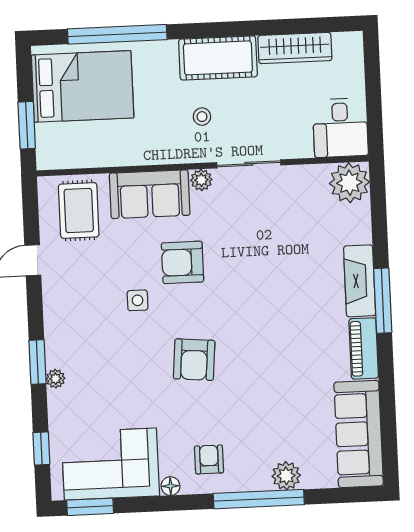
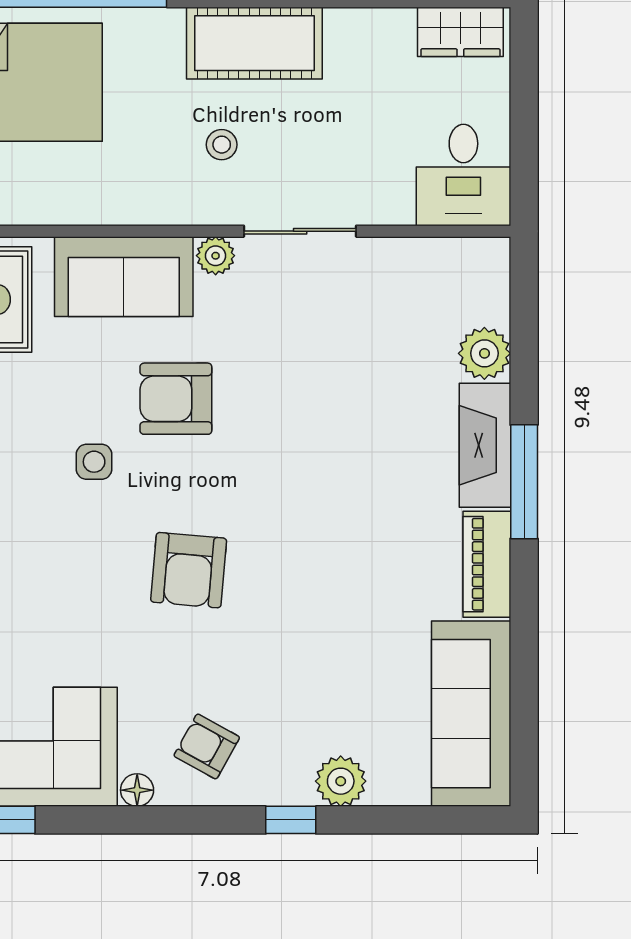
wardrobe: (295, 48) -> (460, 32), moved, width x0.67
plant: (349, 183) -> (484, 353), moved, width x0.73, depth x0.73
armchair: (209, 459) -> (207, 746), turned -61
window: (259, 499) -> (291, 820), width x0.32

